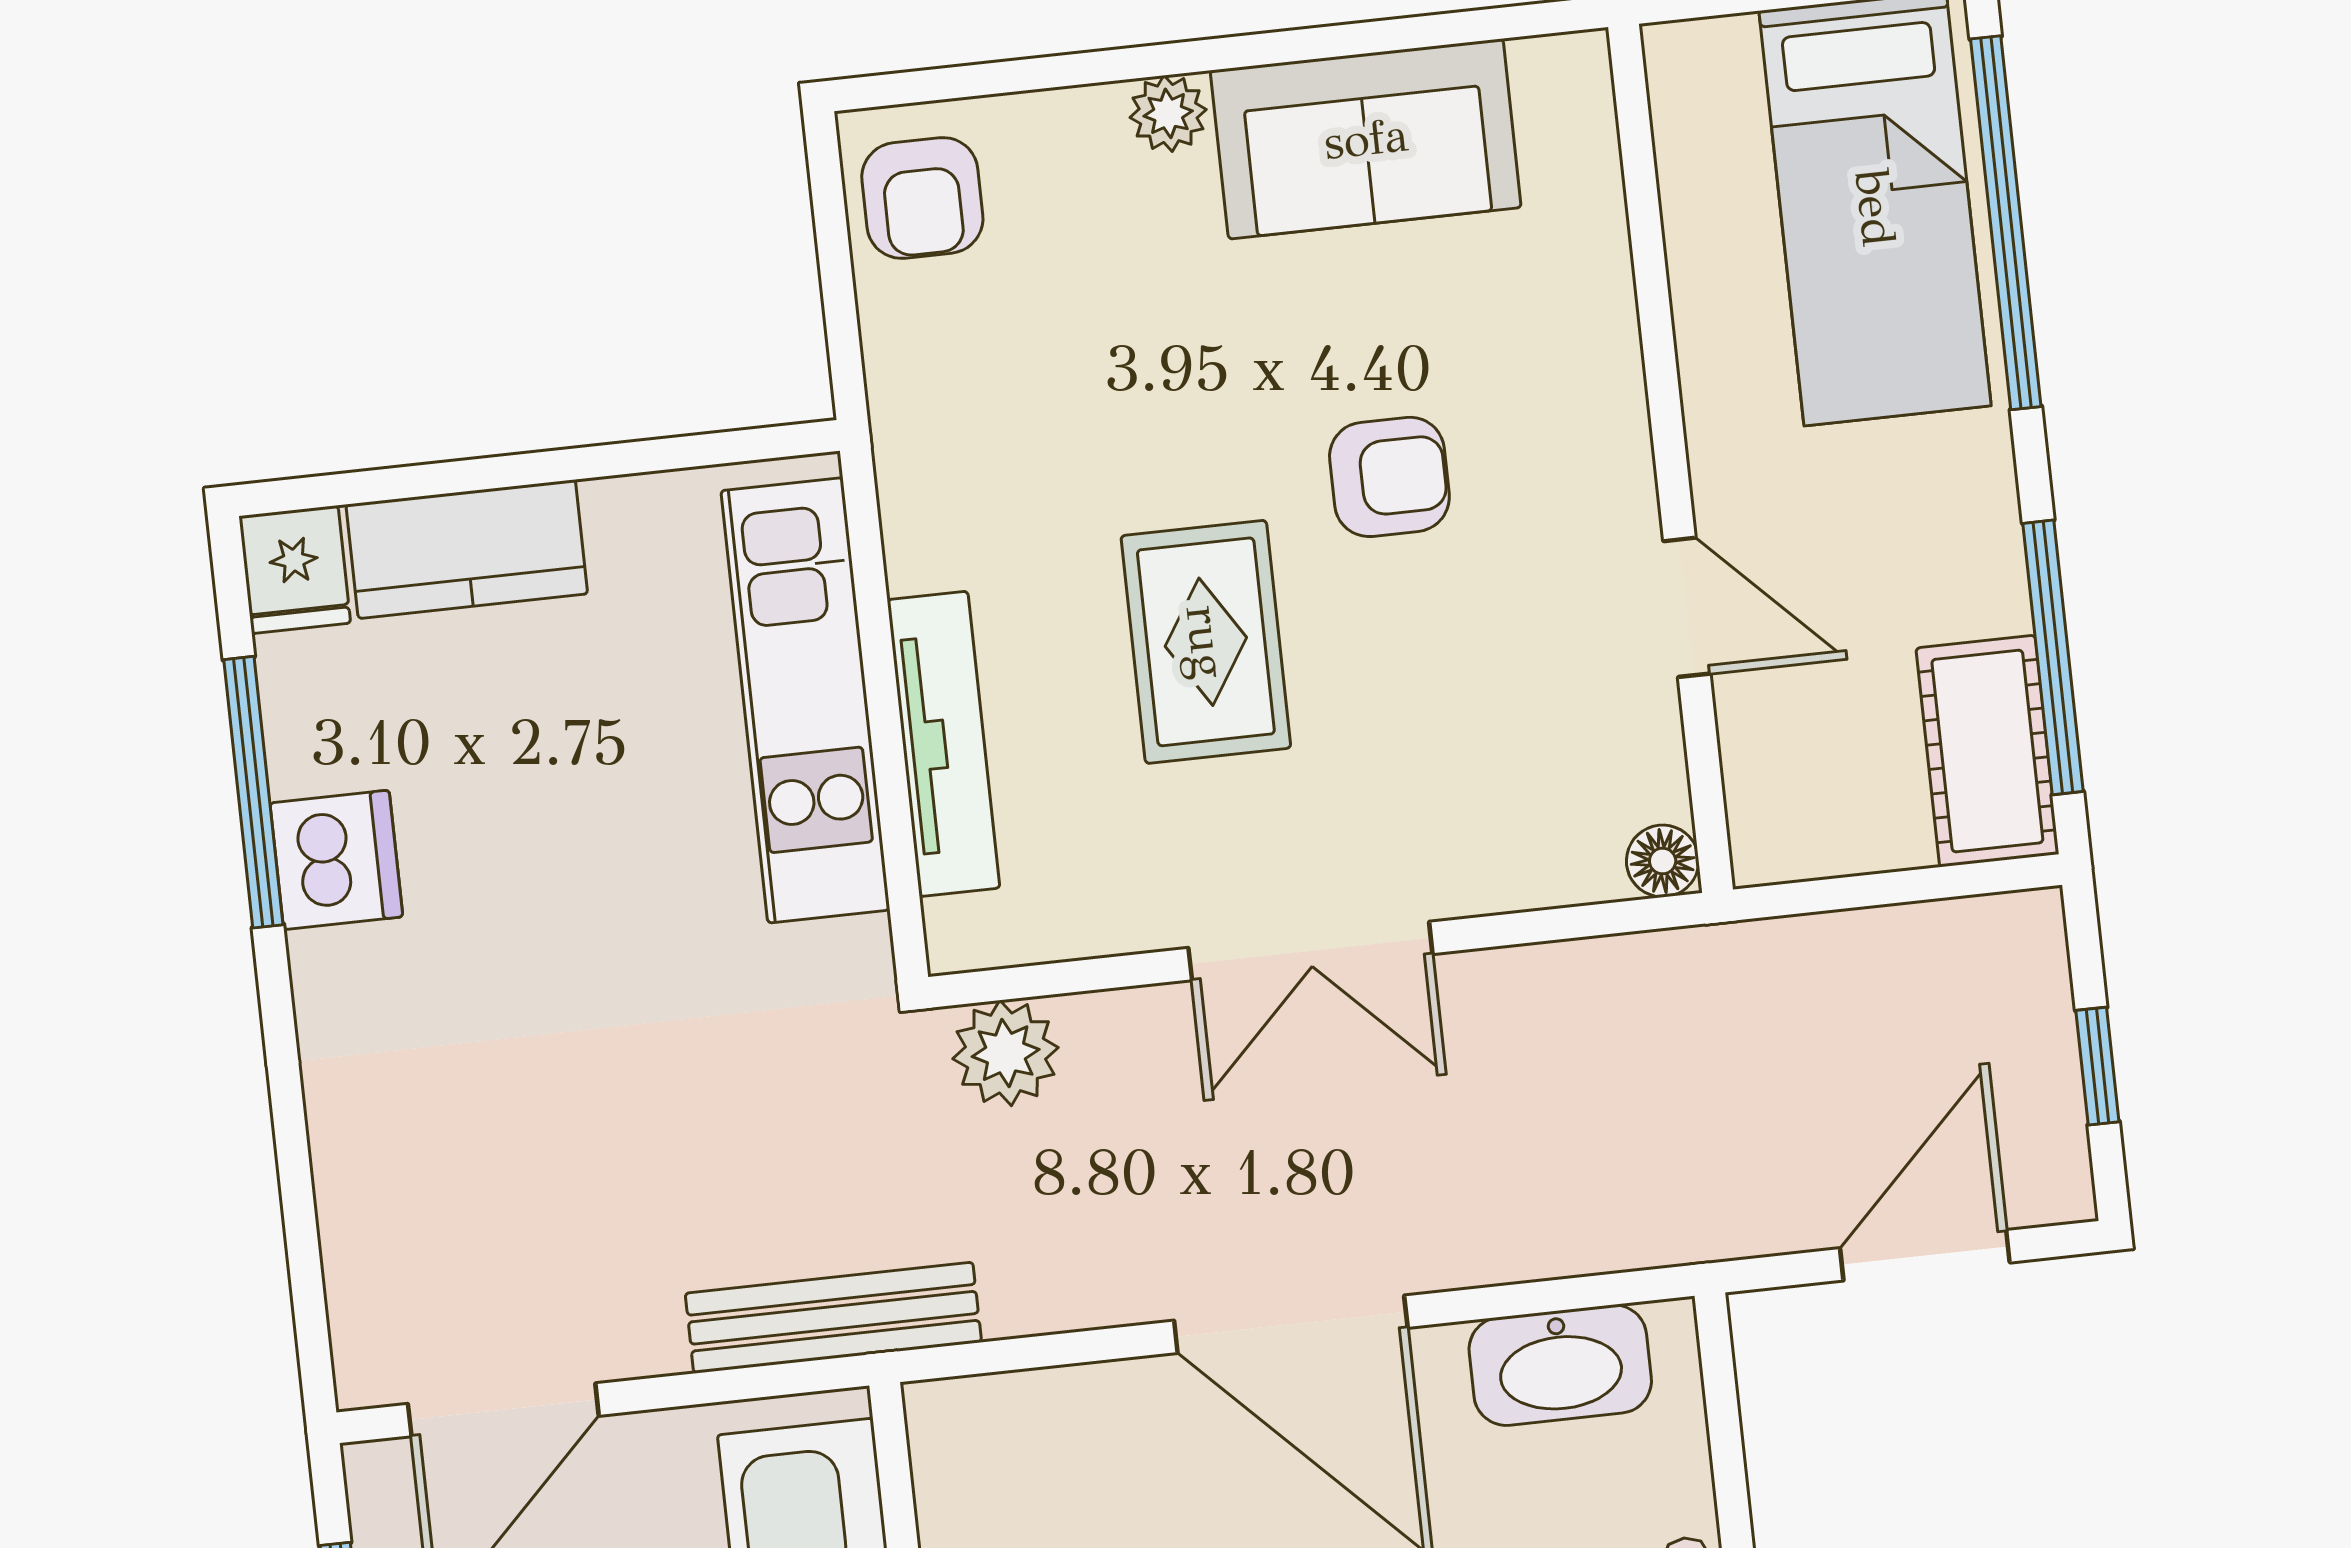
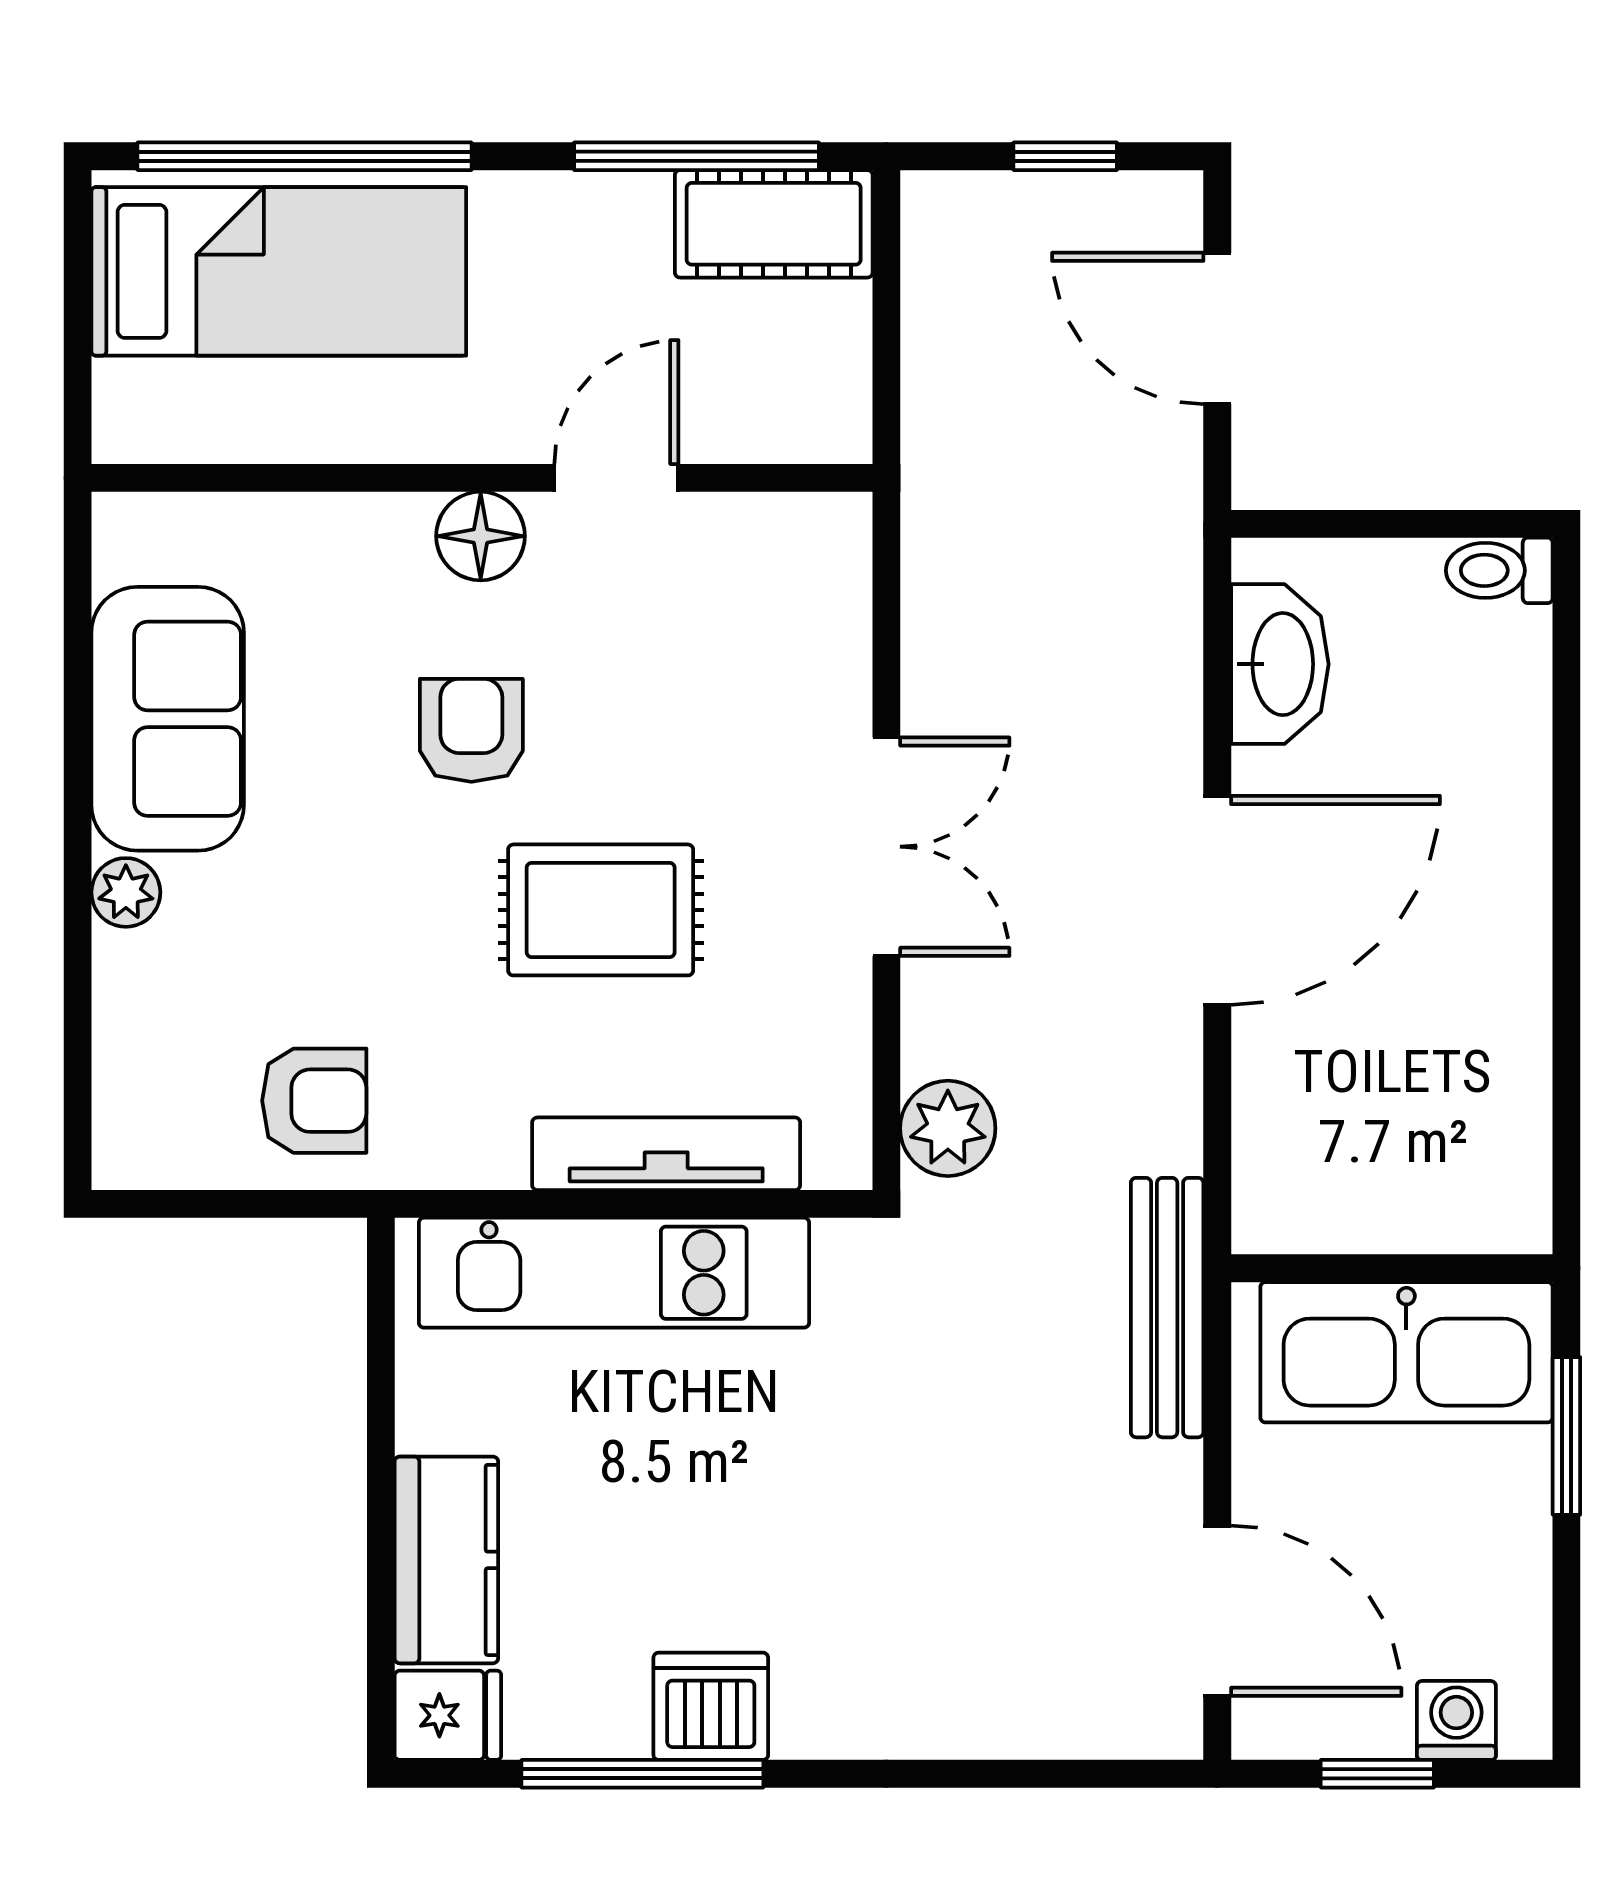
armchair: (922, 198) -> (314, 1101), moved
floor lamp: (1663, 861) -> (481, 536), moved, width x1.37, depth x1.37

